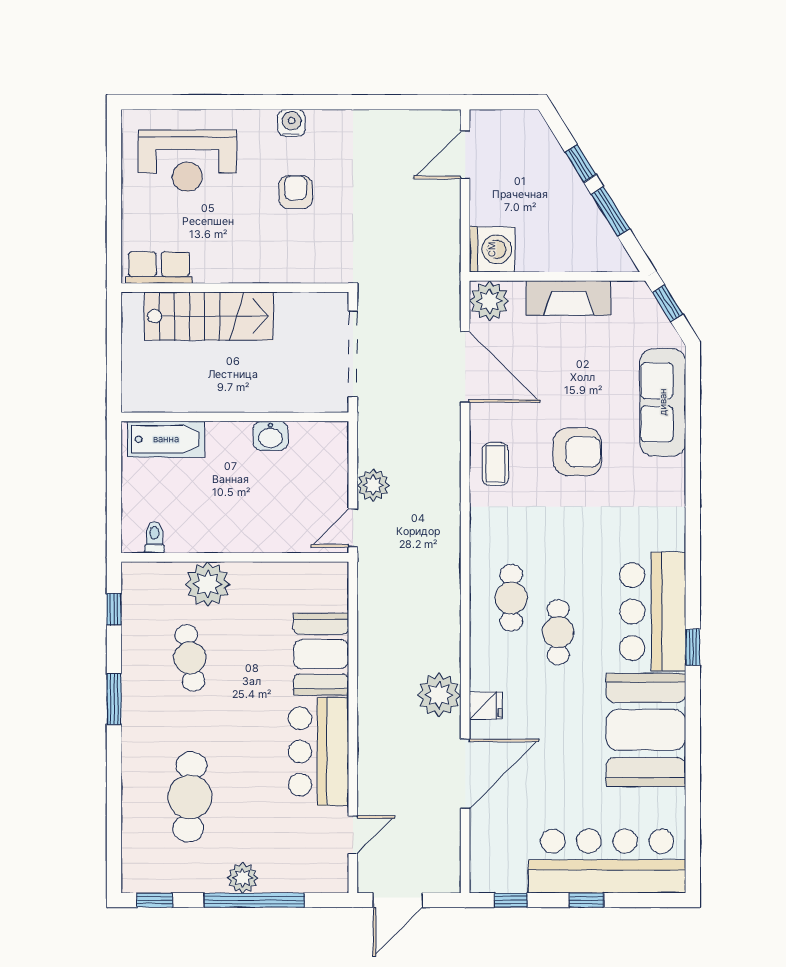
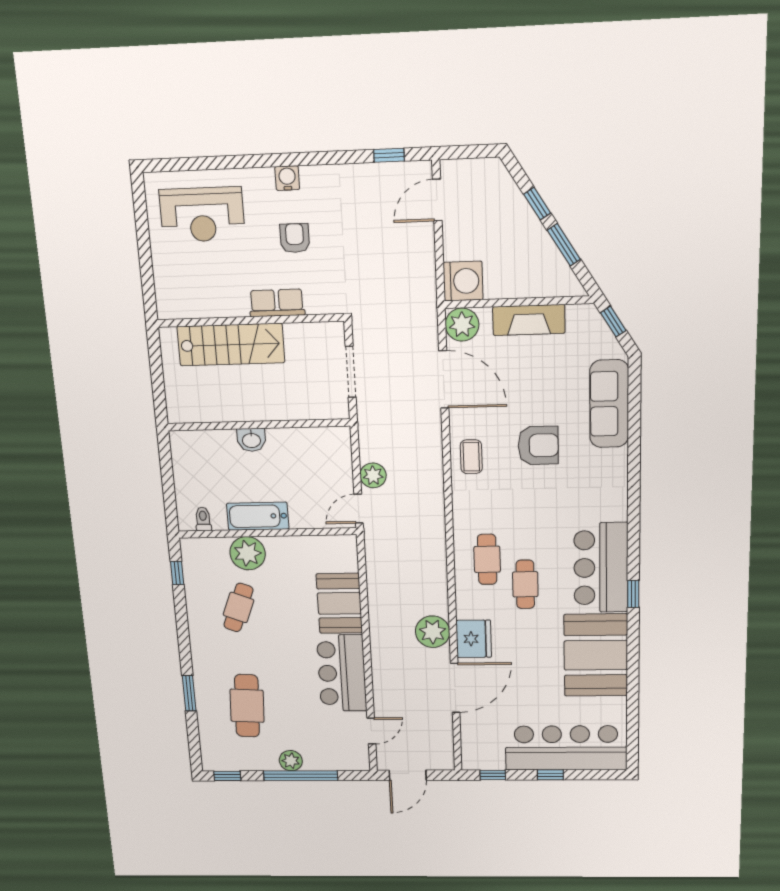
window: (412, 102) -> (389, 155), added
row of seats: (159, 268) -> (277, 303), moved
doorway: (353, 354) -> (351, 372), width x0.73
washbasin: (270, 436) -> (251, 440), moved
bathtub: (166, 439) -> (258, 516), moved, turned 180
cafe table: (190, 658) -> (238, 607), turned 30
window: (114, 699) -> (189, 693), moved
fridge: (486, 705) -> (474, 639), width x1.88, depth x1.34

